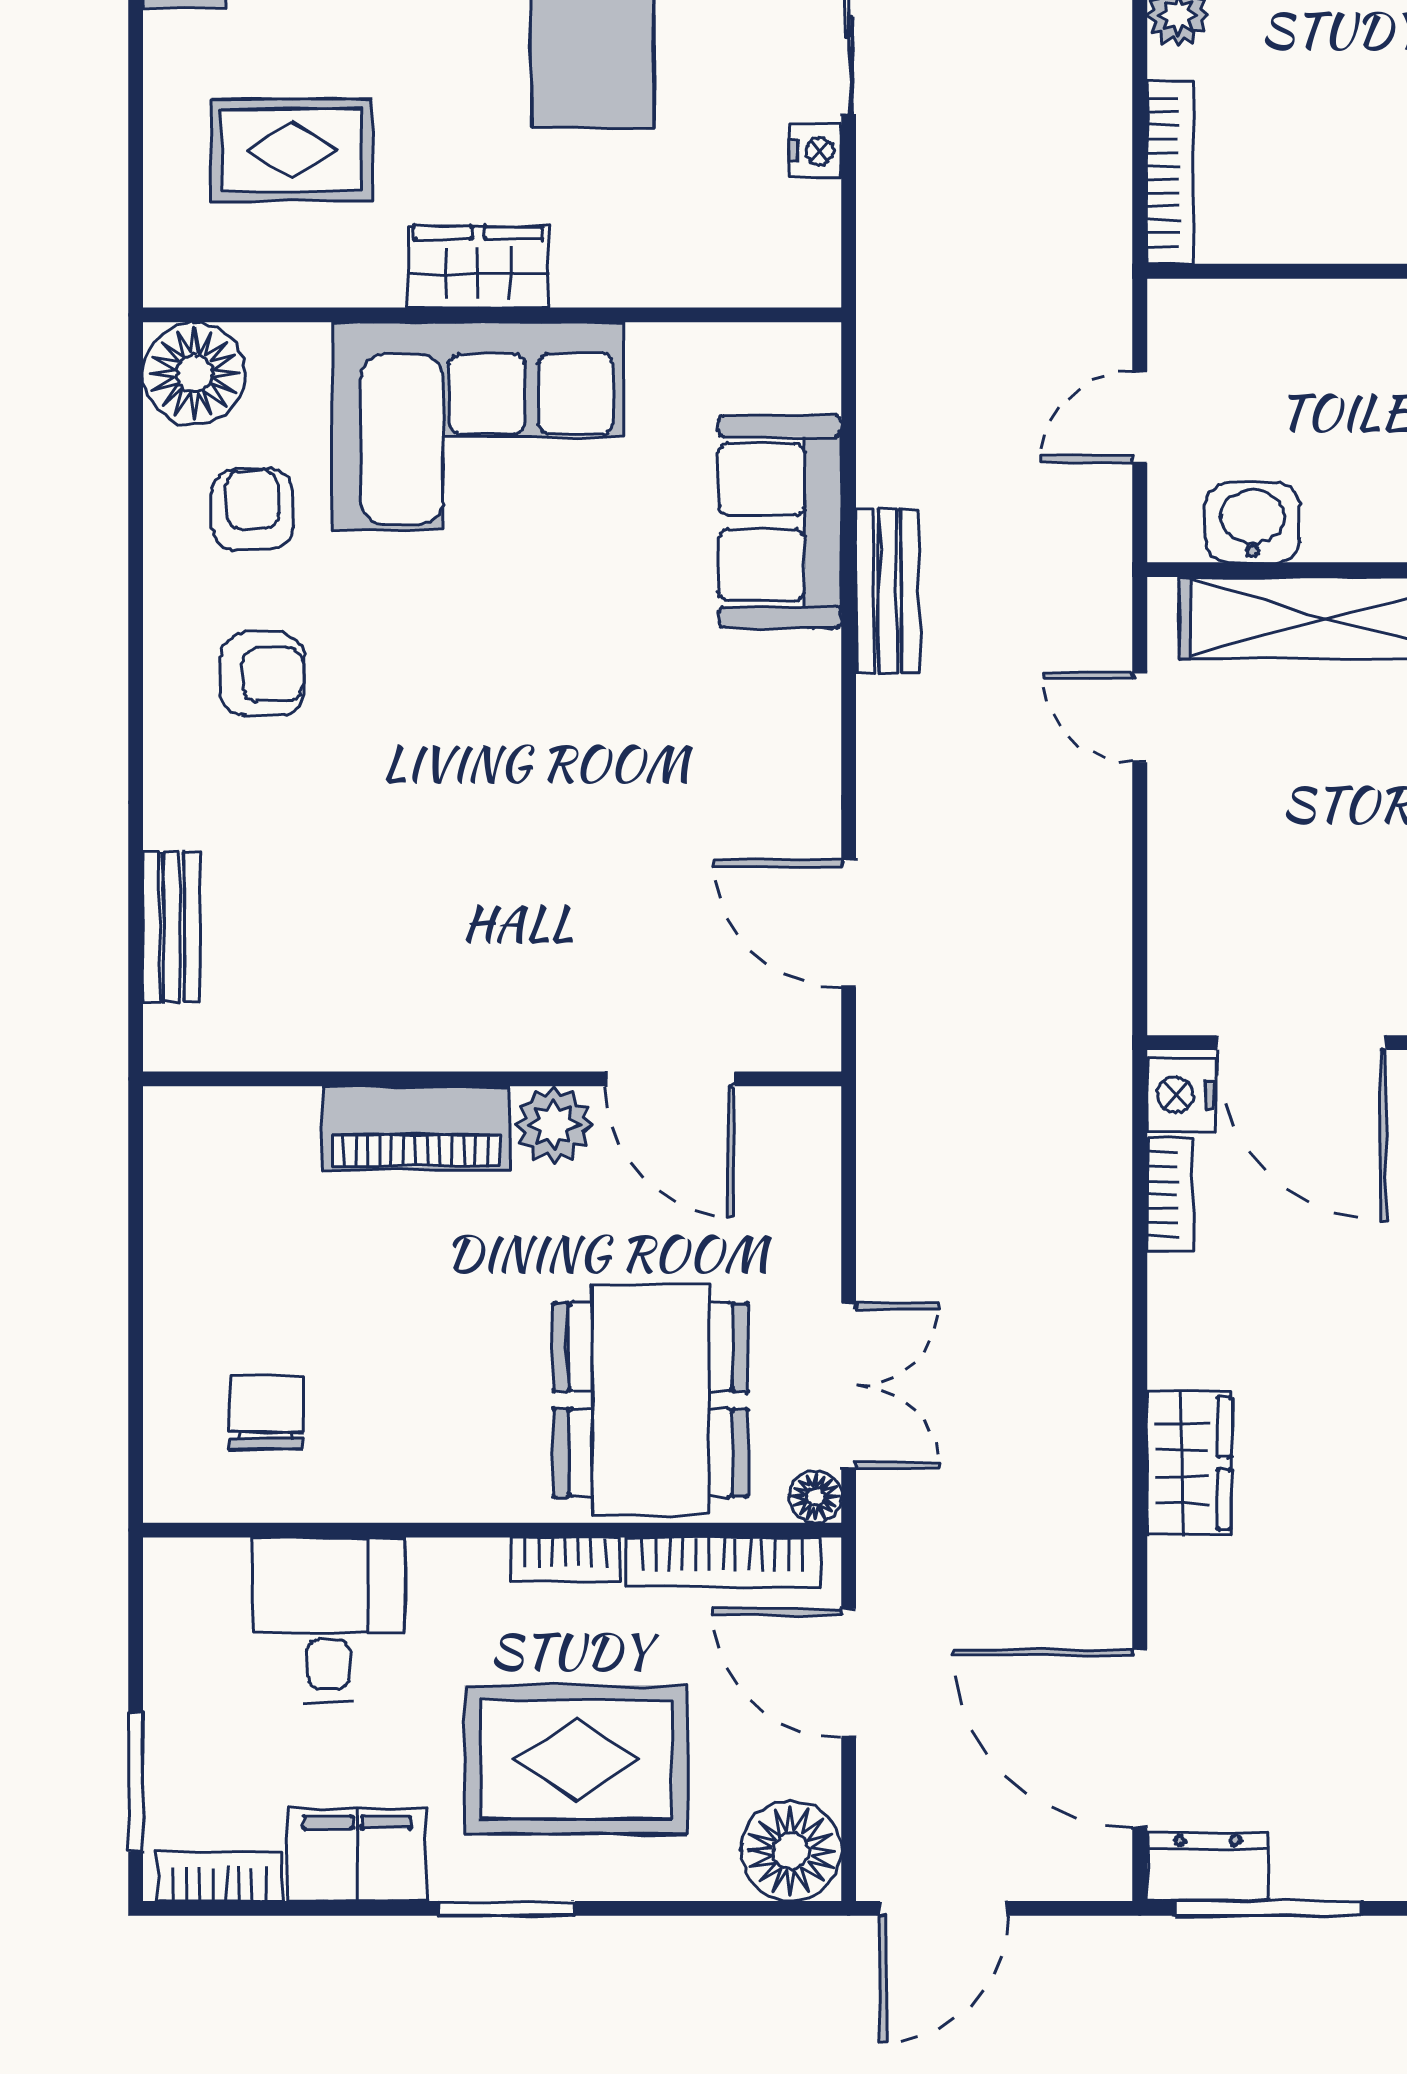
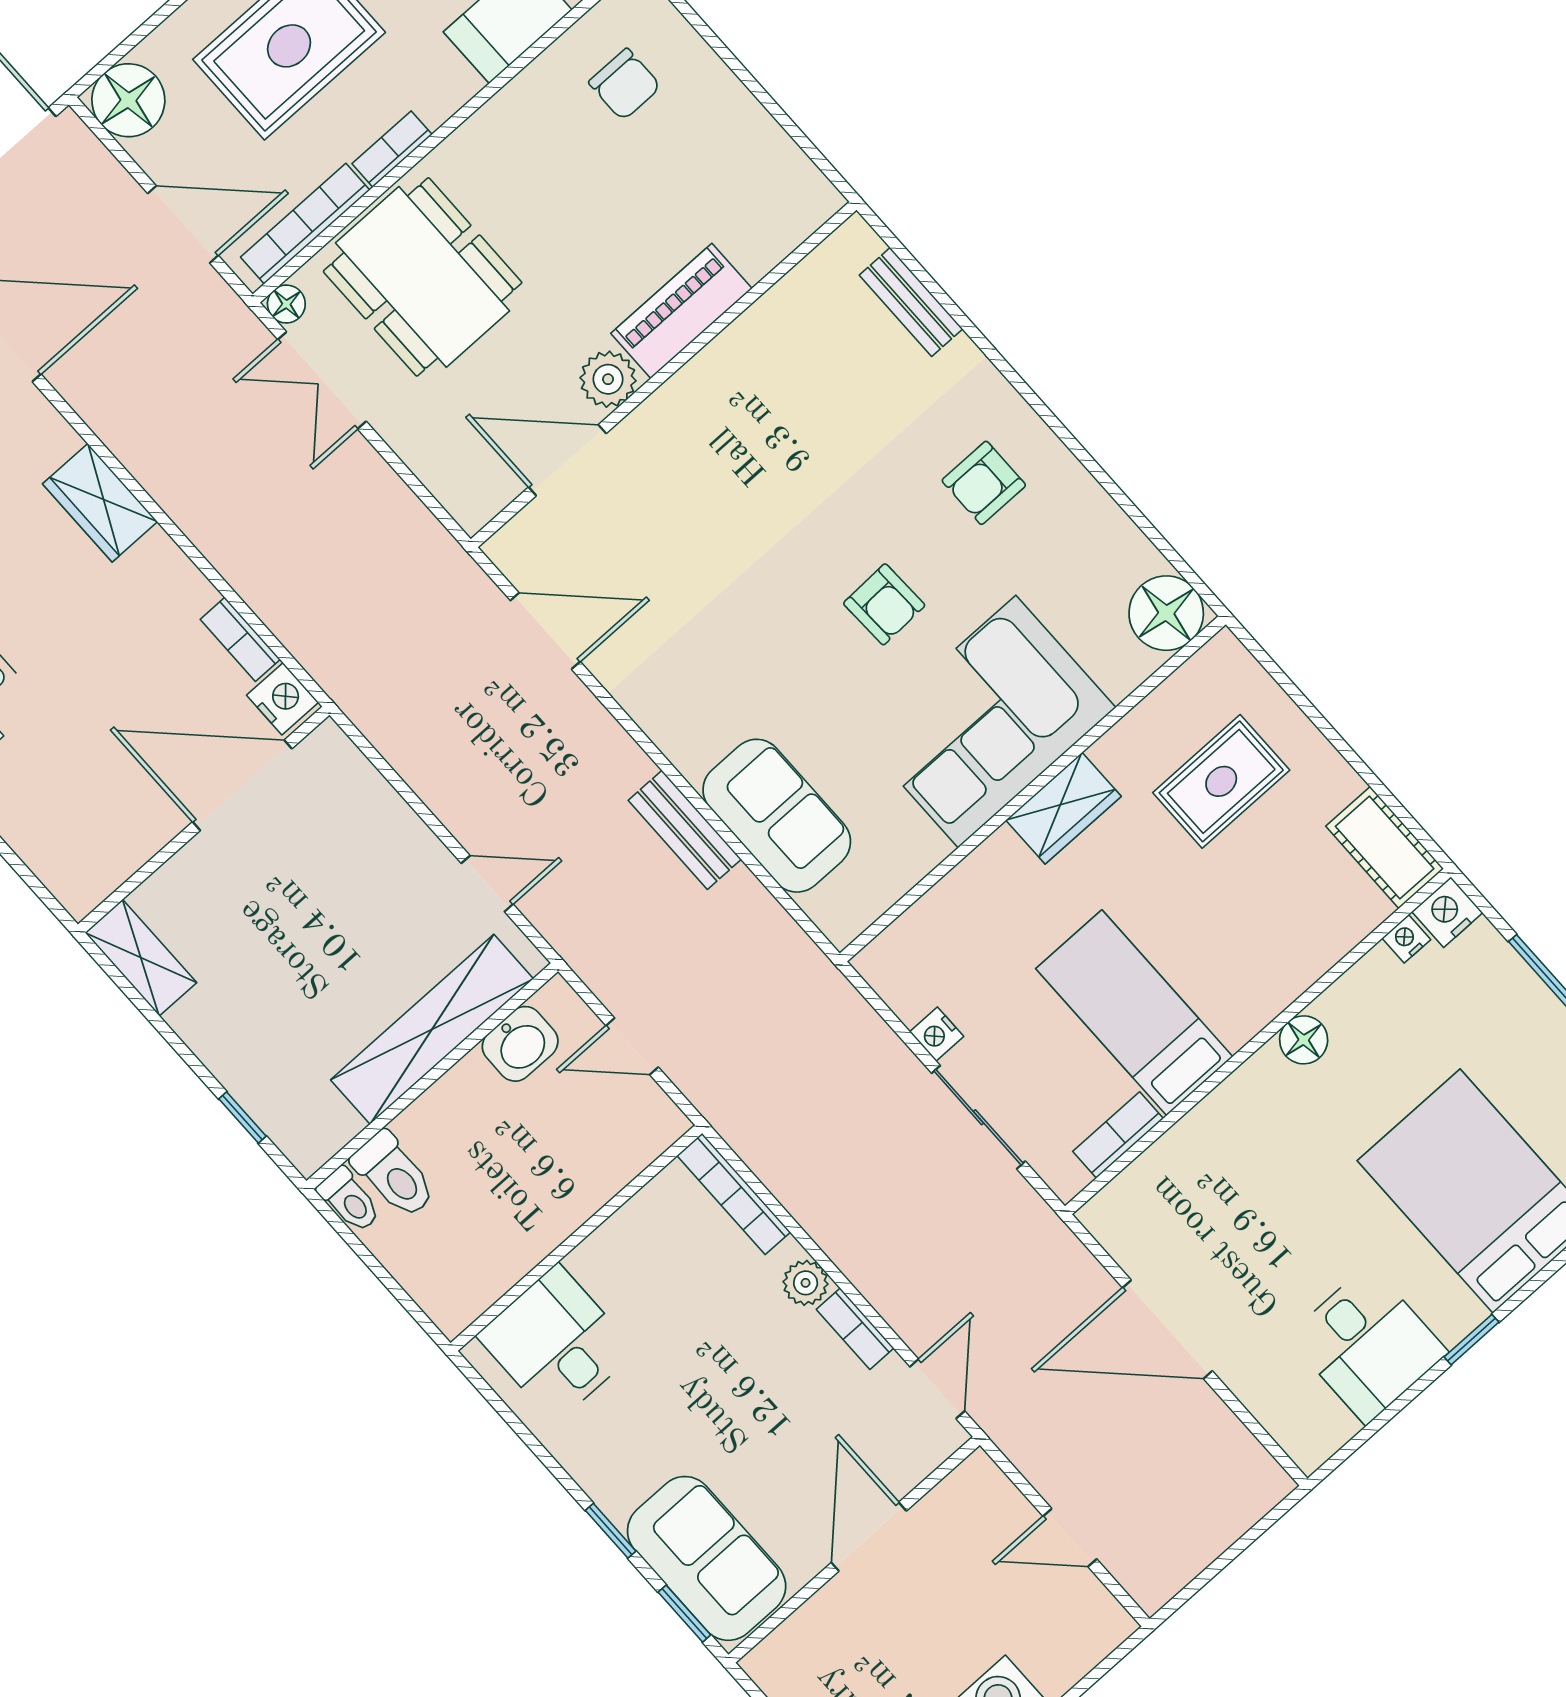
door: (1140, 417) -> (632, 1046), swing flipped
armchair: (253, 509) -> (884, 604), moved

